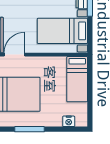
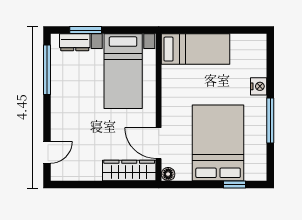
nightstand: (69, 121) -> (259, 86), moved

